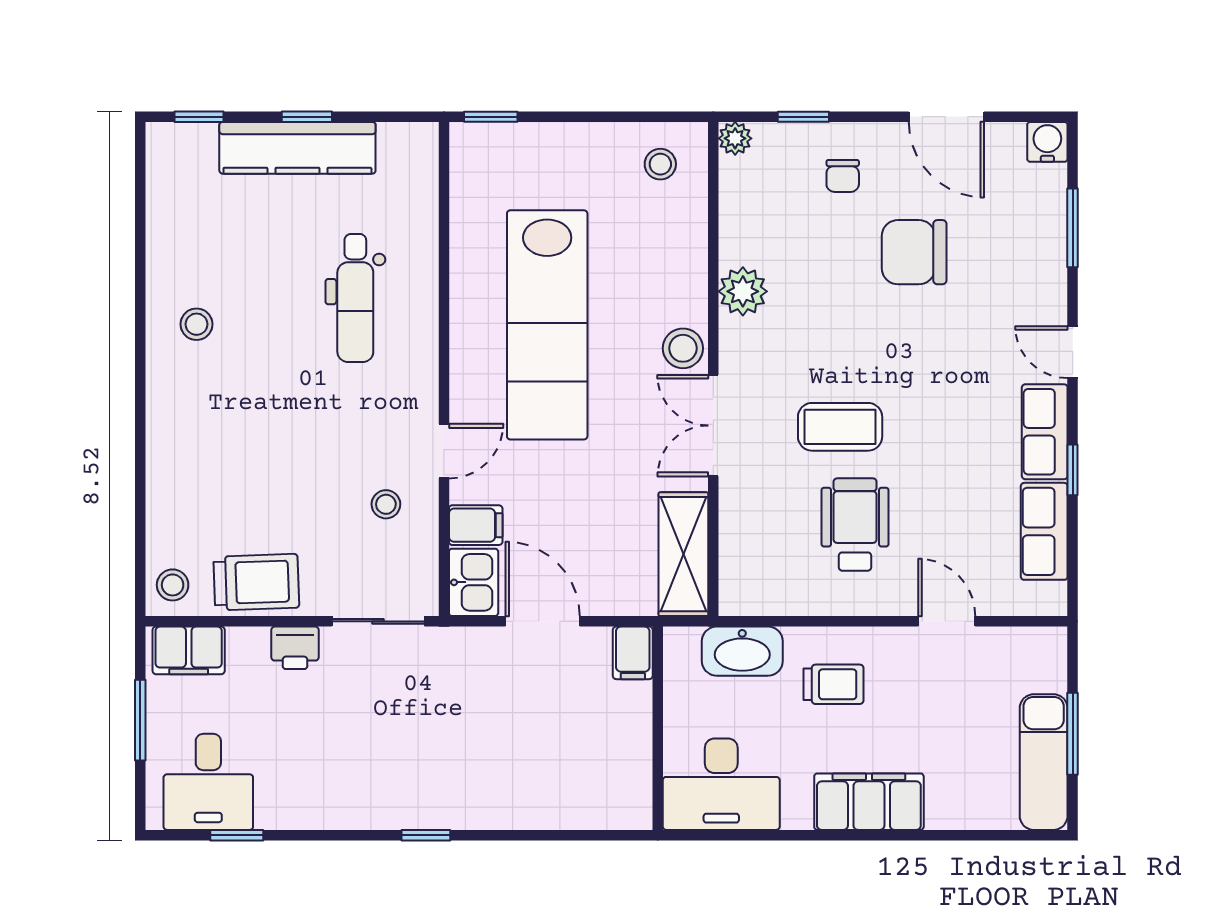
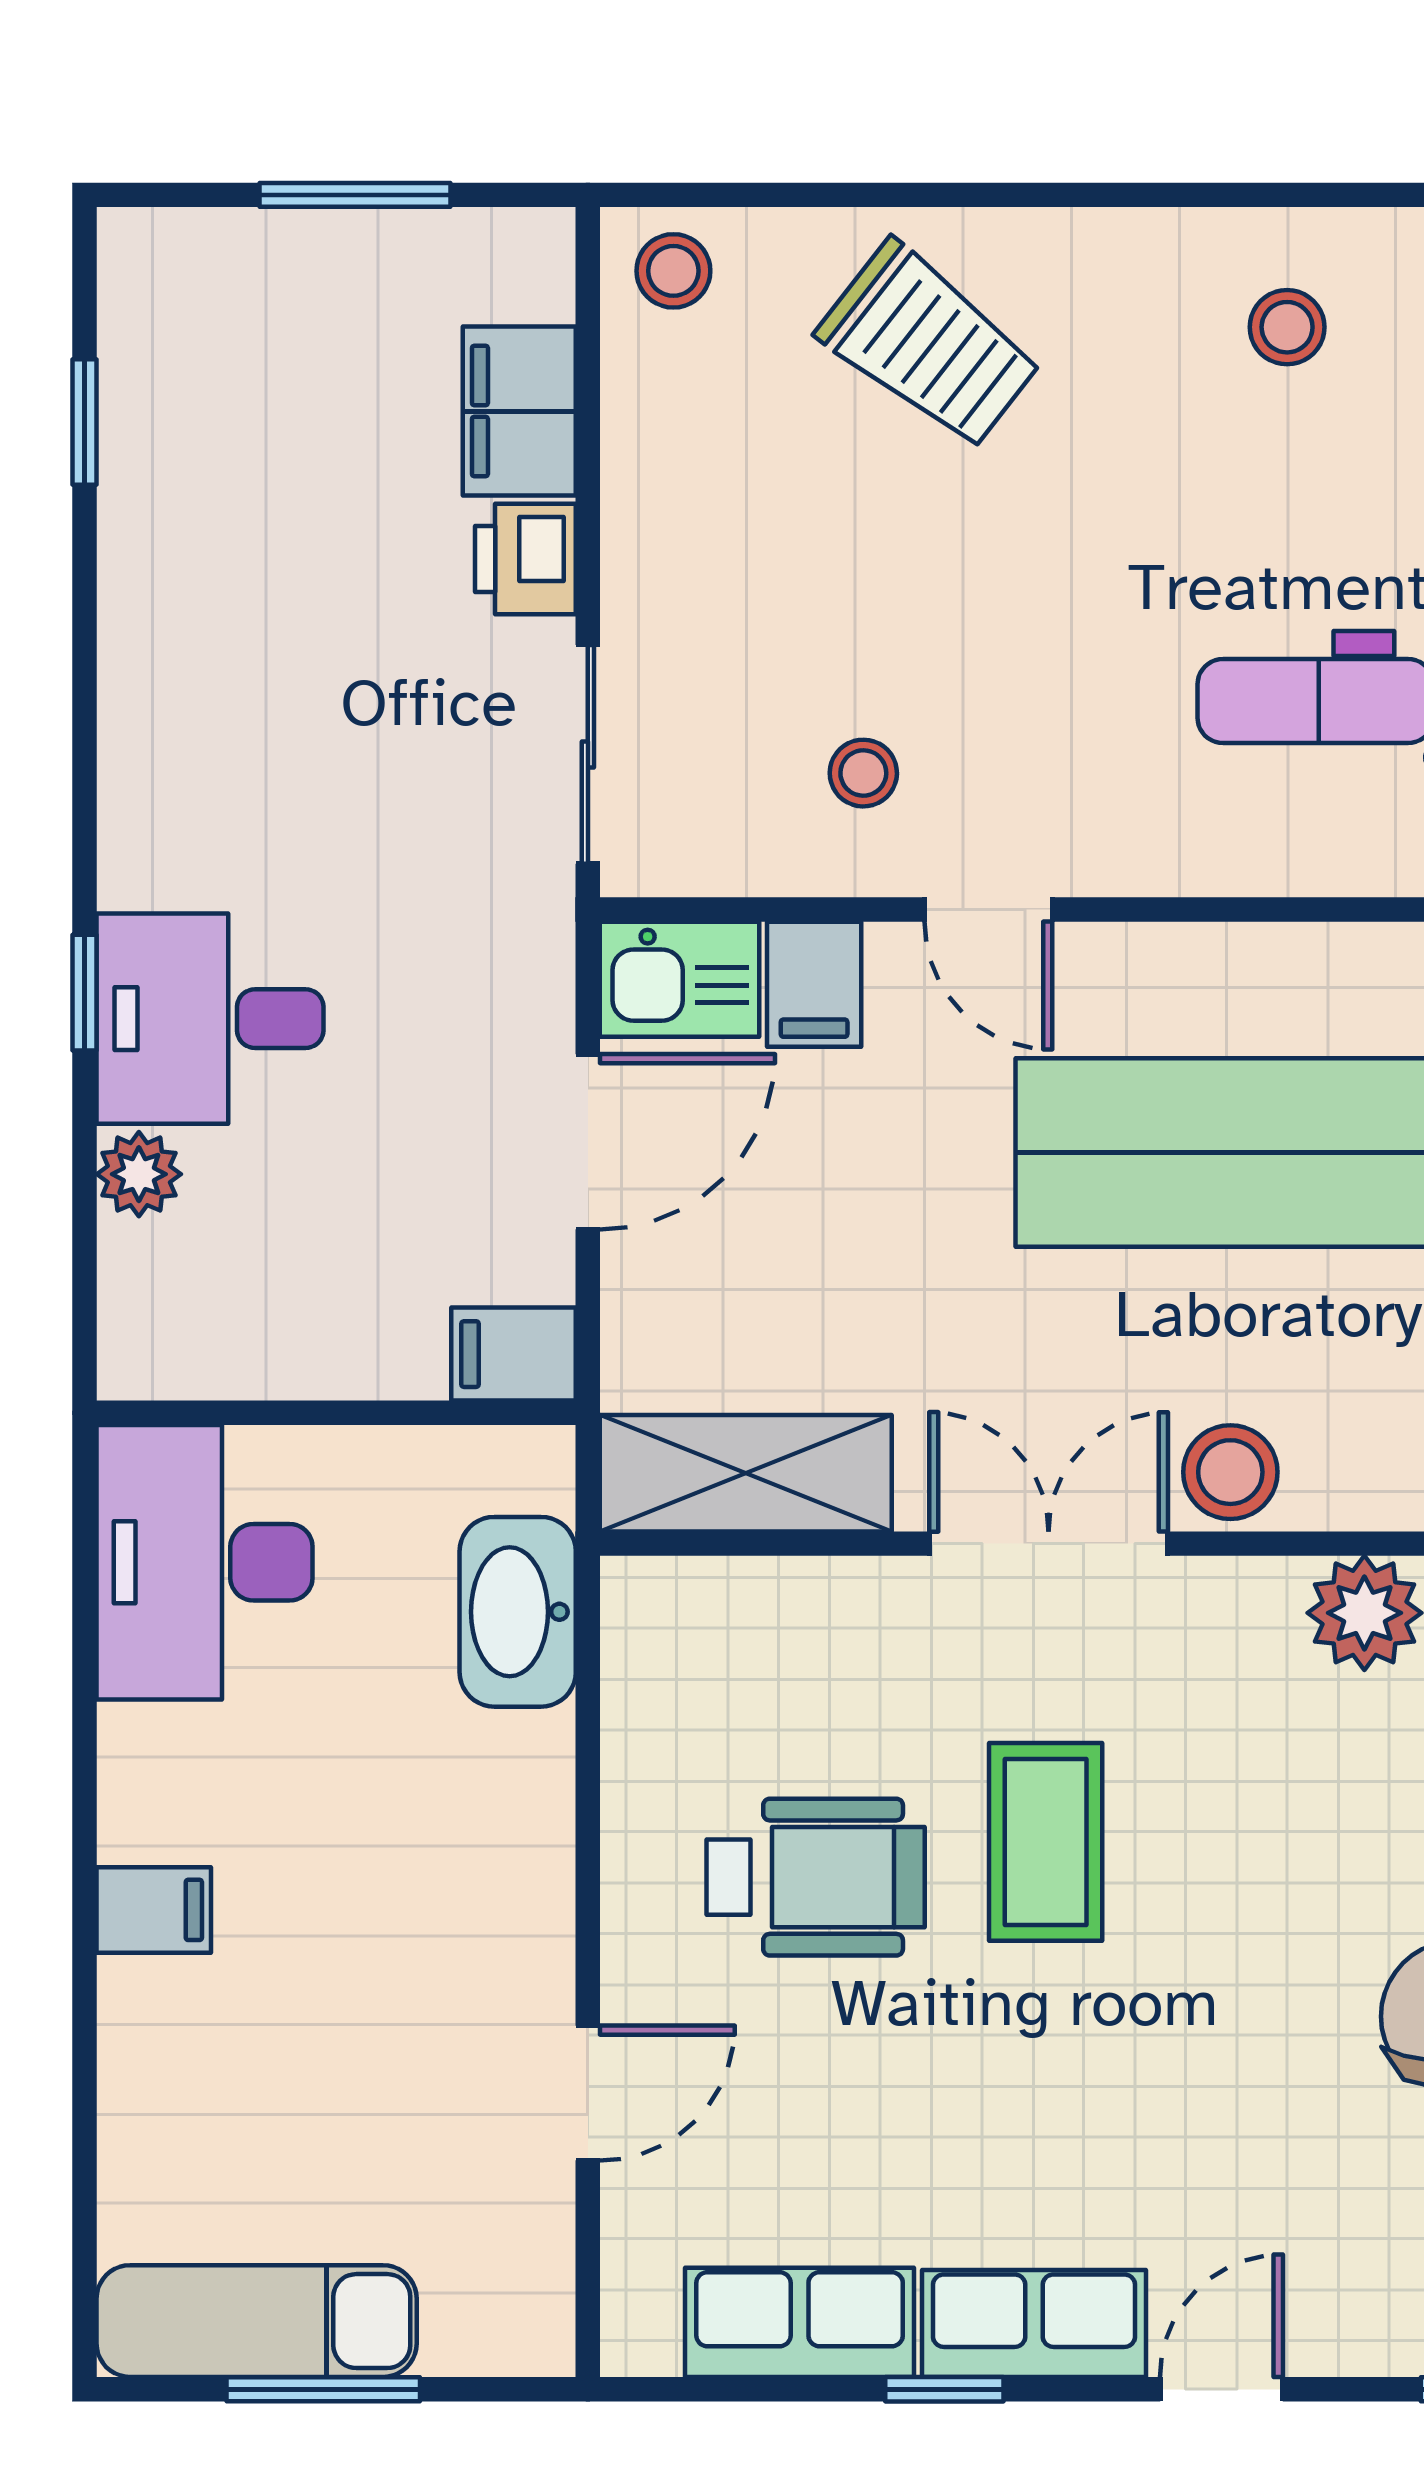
trolley: (256, 582) -> (929, 345), moved, turned -50
filing cabinet: (189, 650) -> (519, 411), moved
trolley: (833, 684) -> (440, 1826), removed
desk: (208, 782) -> (210, 1019), moved
filing cabinet: (869, 802) -> (154, 1910), width x0.33, depth x0.86
plant: (556, 812) -> (139, 1174), added
window: (426, 835) -> (85, 993), moved

